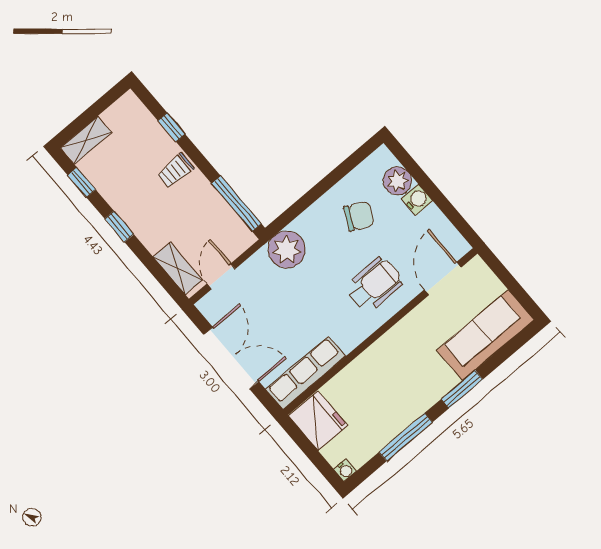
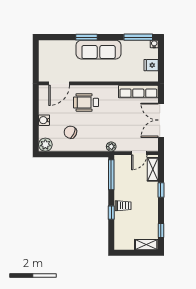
window: (172, 127) -> (111, 213), moved
plant: (397, 181) -> (45, 145), moved
window: (119, 227) -> (161, 190), moved
plant: (287, 250) -> (111, 147), width x0.53, depth x0.53
sofa: (485, 335) -> (99, 50), moved
fridge: (318, 421) -> (151, 65), width x0.53, depth x0.75
window: (406, 437) -> (138, 37), moved

